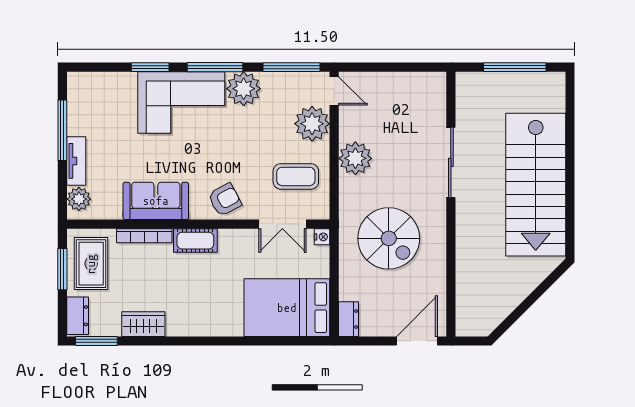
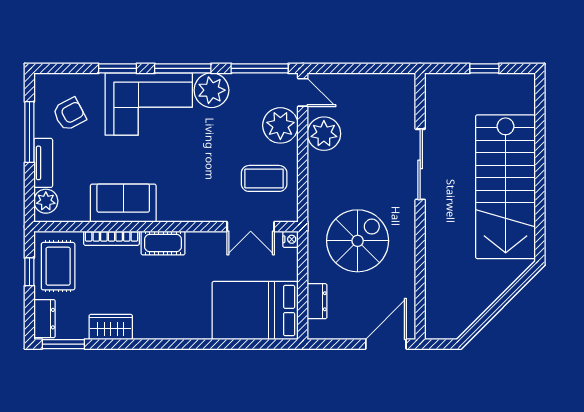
window: (515, 67) -> (484, 68), width x0.46
plant: (355, 158) -> (324, 134), moved
armchair: (225, 200) -> (69, 114), moved
spiral stairs: (389, 238) -> (358, 241), turned -90
window: (62, 269) -> (29, 272), width x0.67
dresser: (348, 319) -> (317, 301), moved

